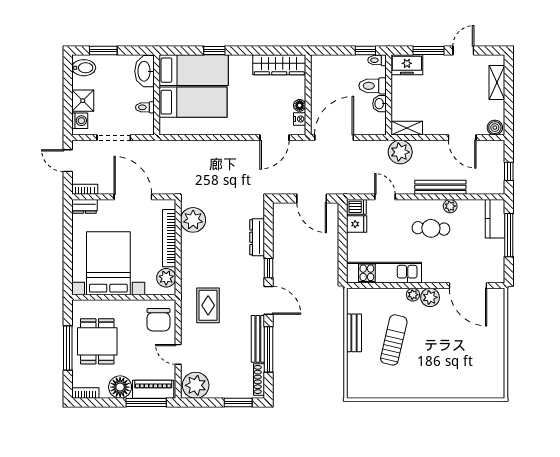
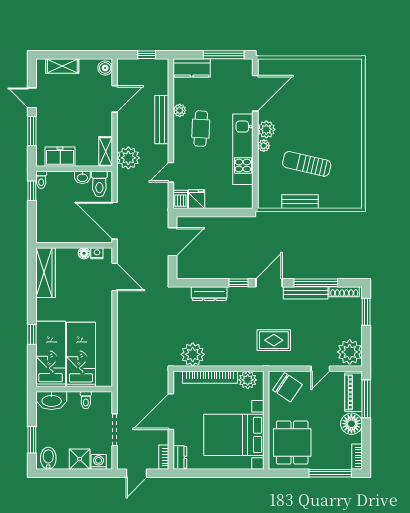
freezer: (407, 65) -> (60, 157), moved, turned -90
toilet: (373, 86) -> (99, 184), moved
window: (509, 235) -> (224, 55), moved
kitchen unit: (384, 273) -> (243, 149), moved
chair: (158, 320) -> (287, 387), turned 34
dining table: (97, 341) -> (292, 443), moved, turned 90
window: (68, 348) -> (330, 473), moved

